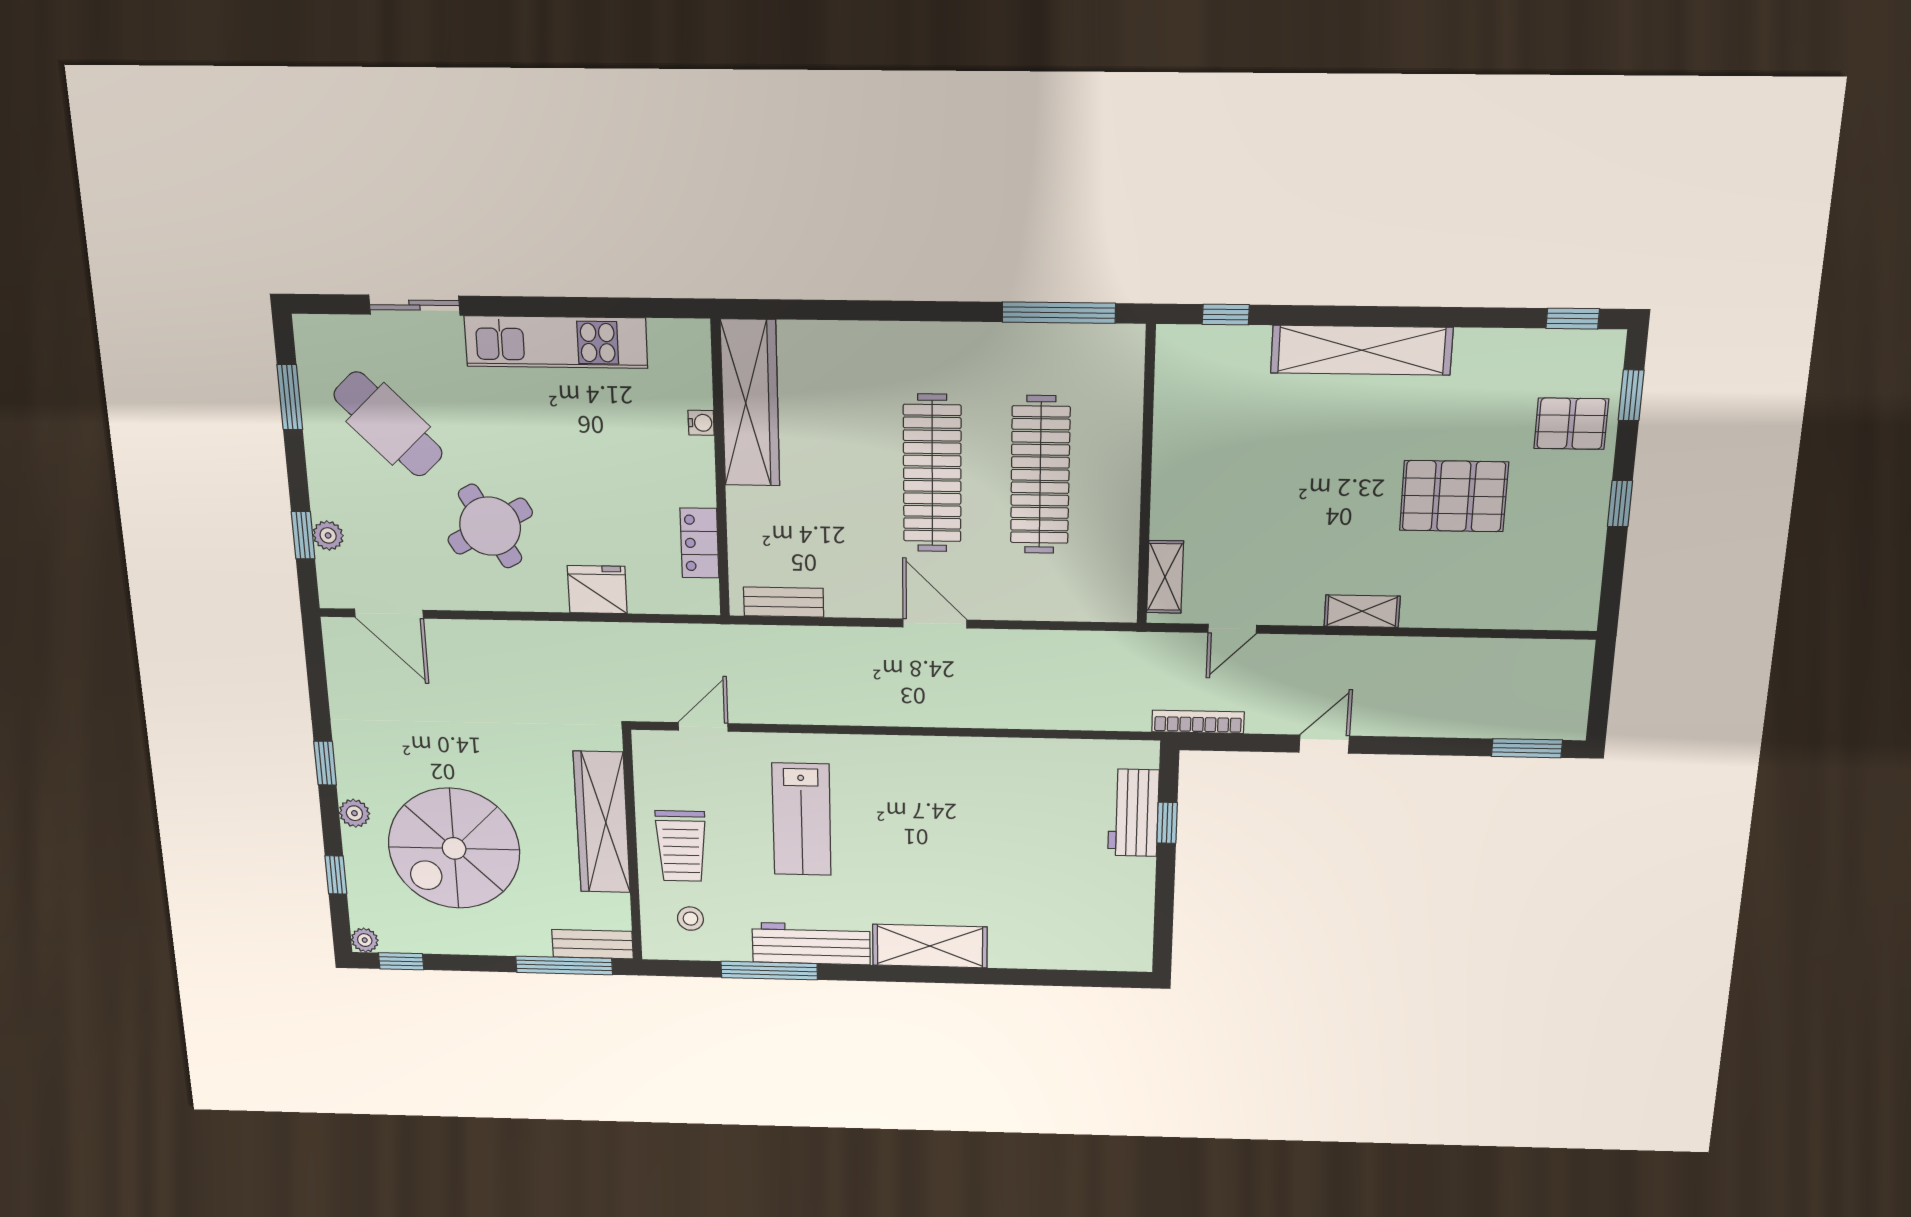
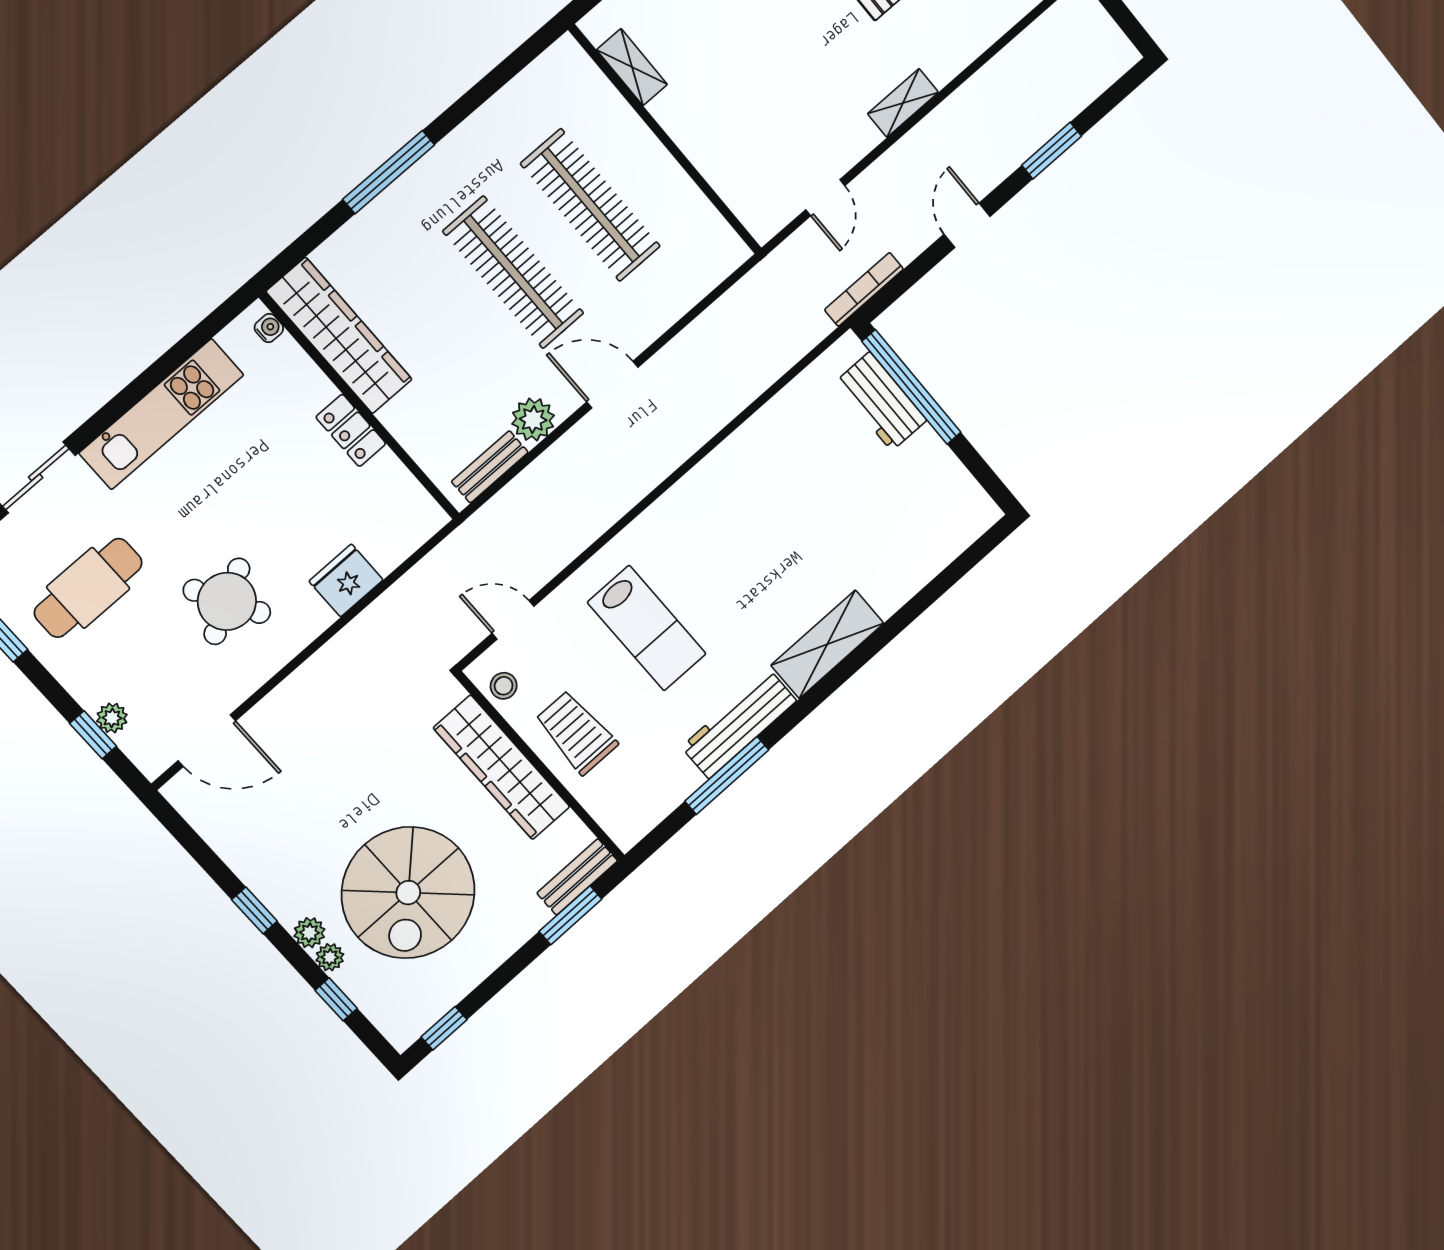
window: (1059, 313) -> (389, 172), moved
water cooler: (701, 423) -> (269, 328), moved
cafe table: (388, 424) -> (88, 588), turned -46
locker: (699, 543) -> (351, 430), moved
shelving: (1165, 577) -> (632, 67), moved
plant: (849, 596) -> (533, 420), added
door: (703, 727) -> (513, 620), hinge flipped
window: (1527, 748) -> (1052, 151), moved
window: (1167, 823) -> (911, 387), width x3.17
trolley: (681, 846) -> (576, 732), turned 180
stool: (690, 919) -> (504, 686), moved
plant: (365, 940) -> (330, 957), moved
window: (564, 965) -> (570, 915), width x0.69

